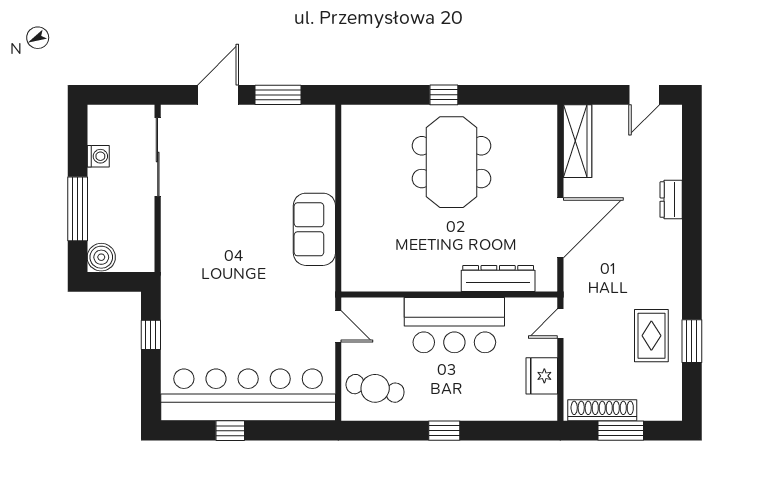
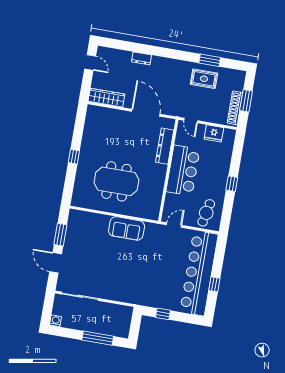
washing machine: (98, 156) -> (56, 321), moved
meeting table: (451, 162) -> (116, 181), moved
boiler: (101, 257) -> (122, 331), removed

